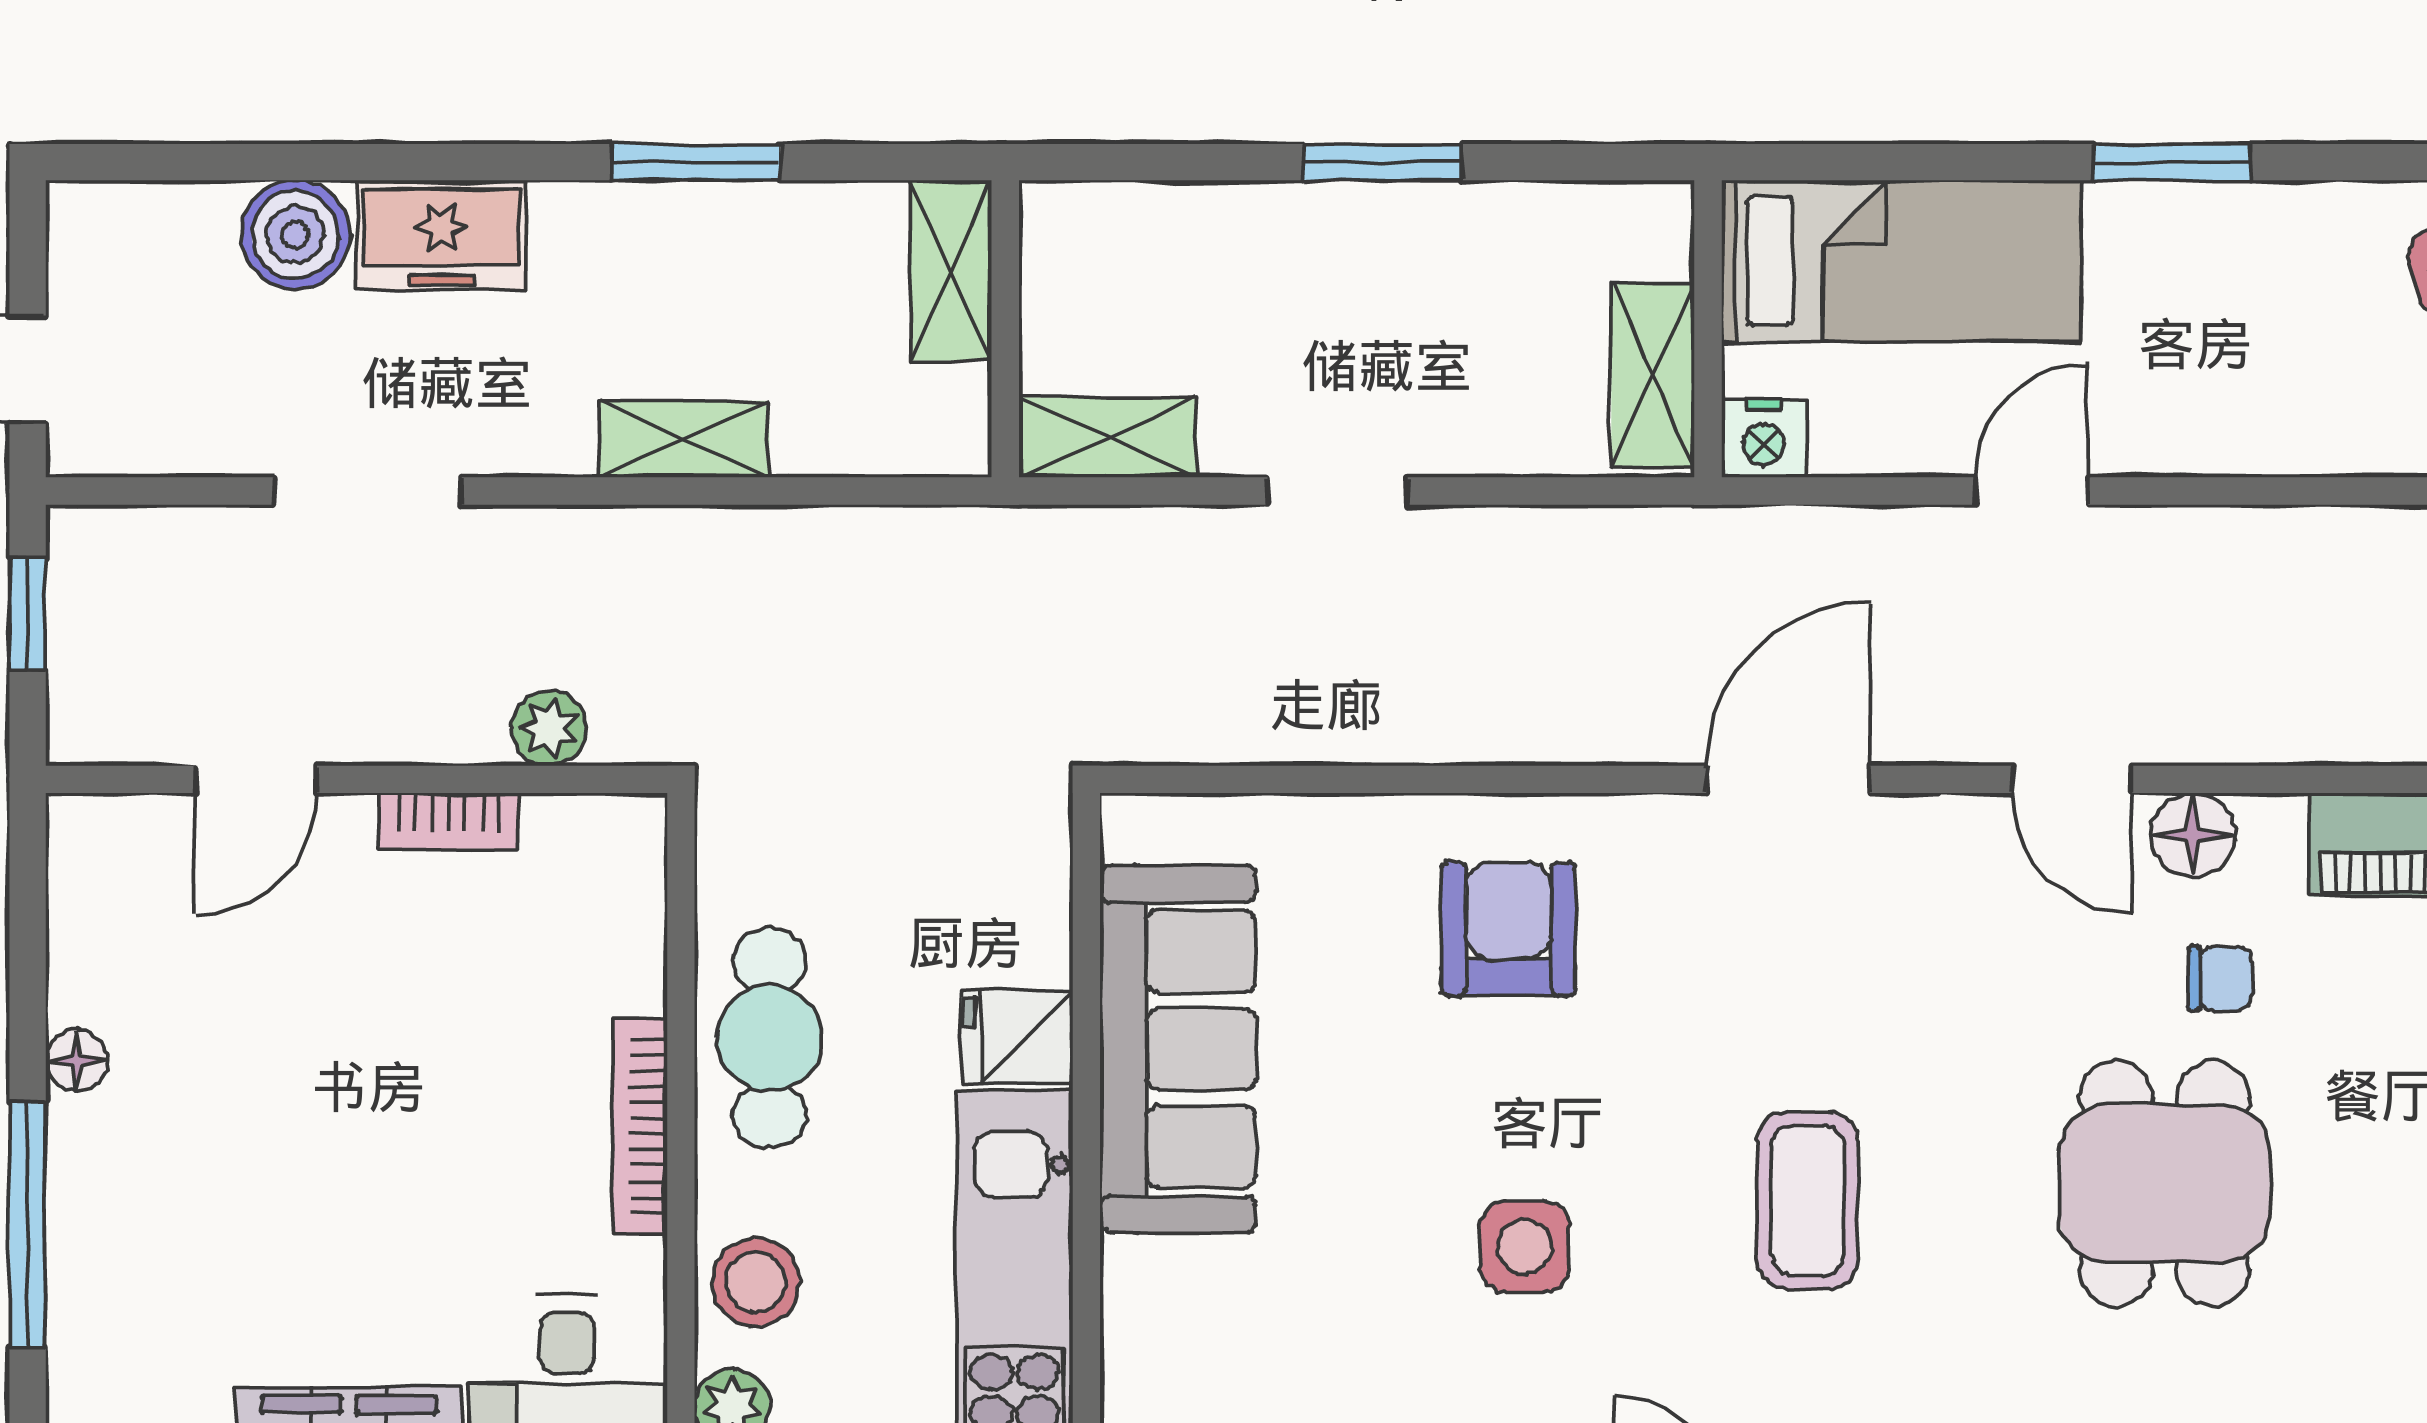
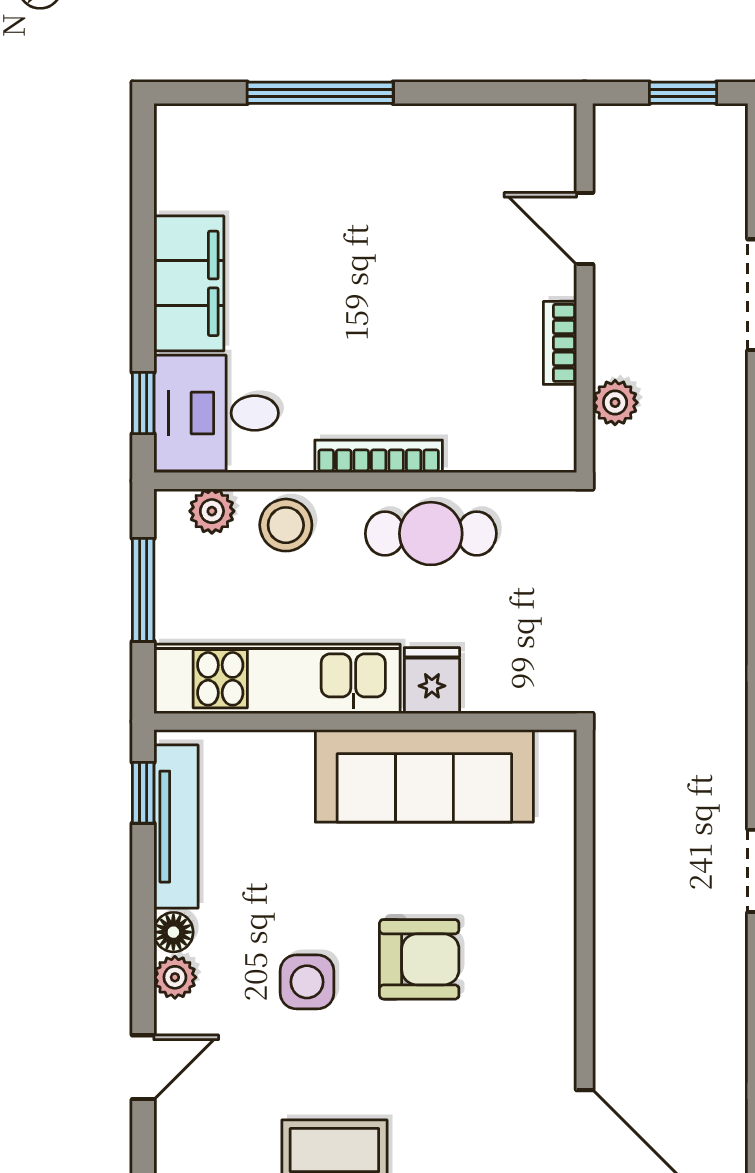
armchair: (1509, 929) -> (419, 959), moved
floor lamp: (76, 1060) -> (418, 122), removed

